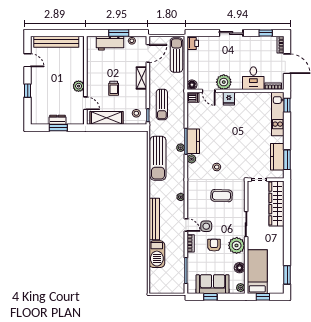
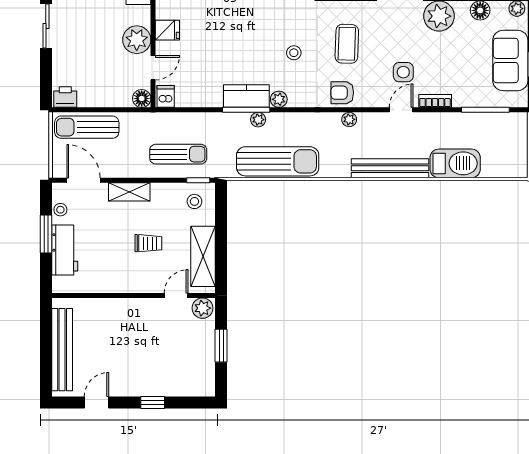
plant: (79, 86) -> (203, 308), moved
dresser: (58, 120) -> (206, 347), removed
armchair: (214, 245) -> (342, 93), moved

